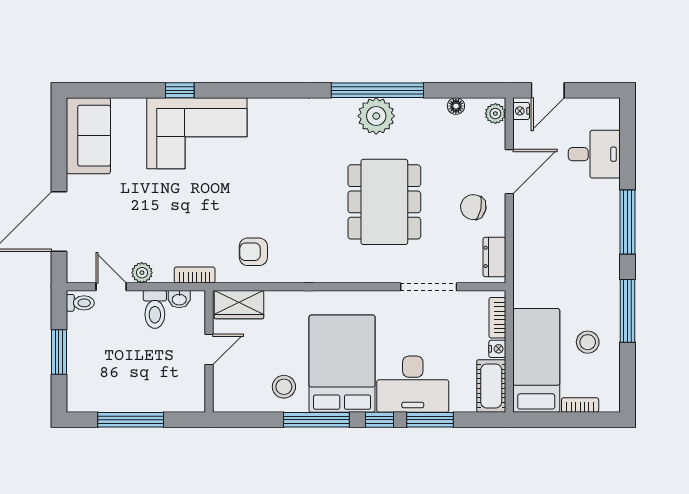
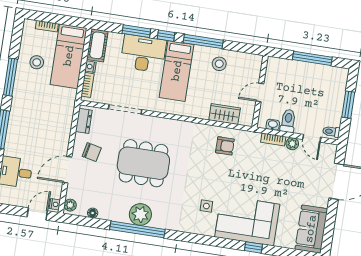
side table: (269, 147) -> (206, 206), added
dining table: (384, 202) -> (143, 163), turned 90
bookcase: (195, 275) -> (273, 139), moved
wardrobe: (239, 305) -> (225, 114), moved
bed: (342, 364) -> (177, 71), width x0.67

